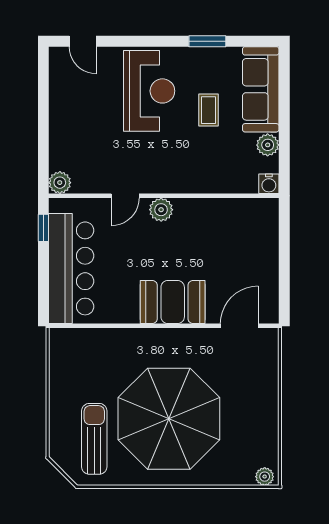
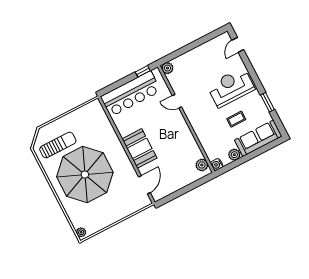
reception desk: (149, 91) -> (231, 87), turned 180
plant: (161, 210) -> (202, 165), moved
door: (239, 326) -> (144, 185), hinge flipped

